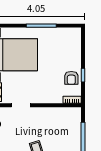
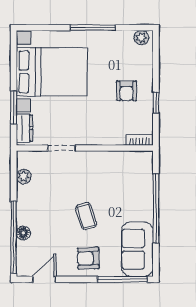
plant: (73, 32) -> (141, 38), added
armchair: (71, 78) -> (126, 91), moved

